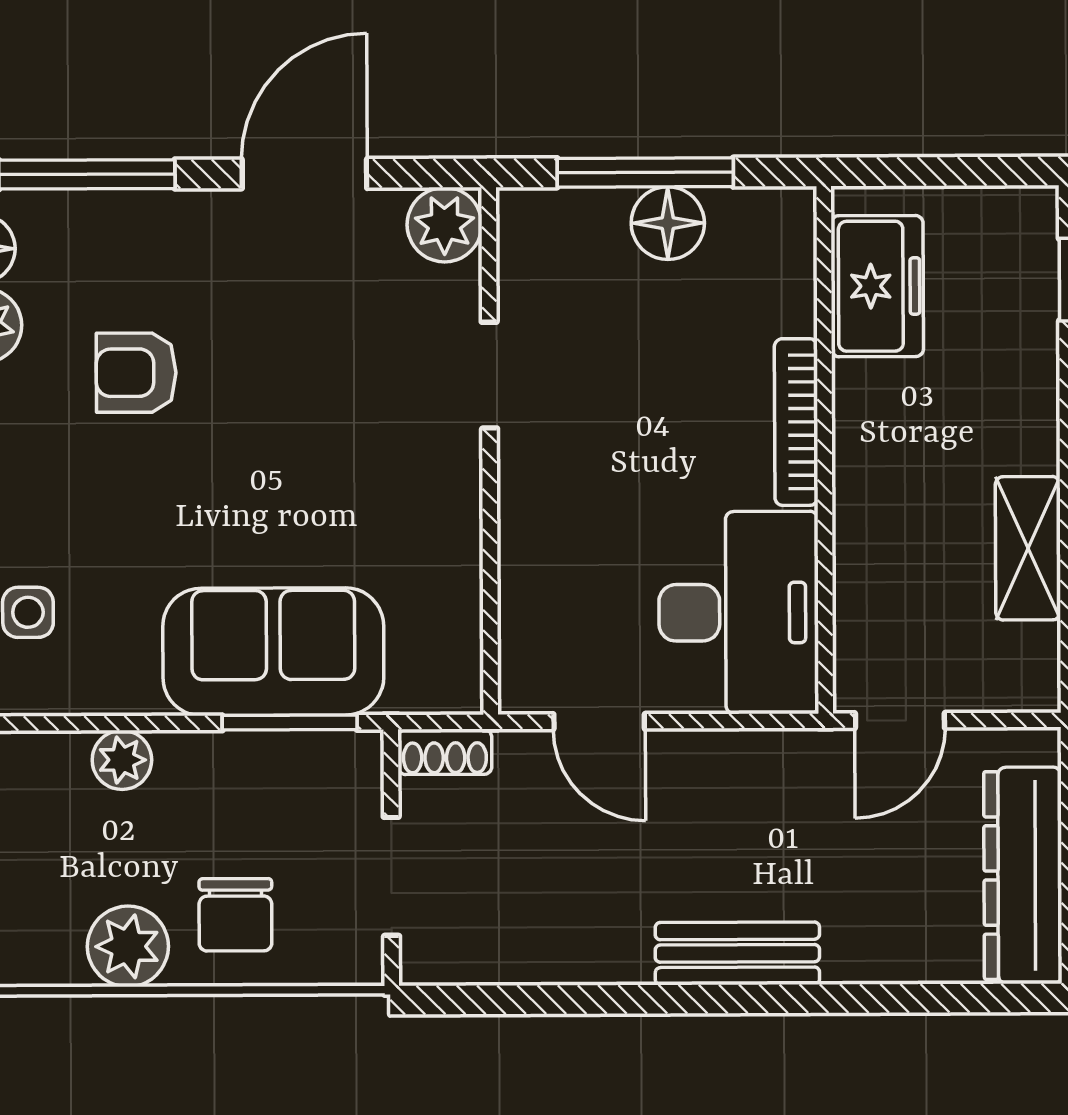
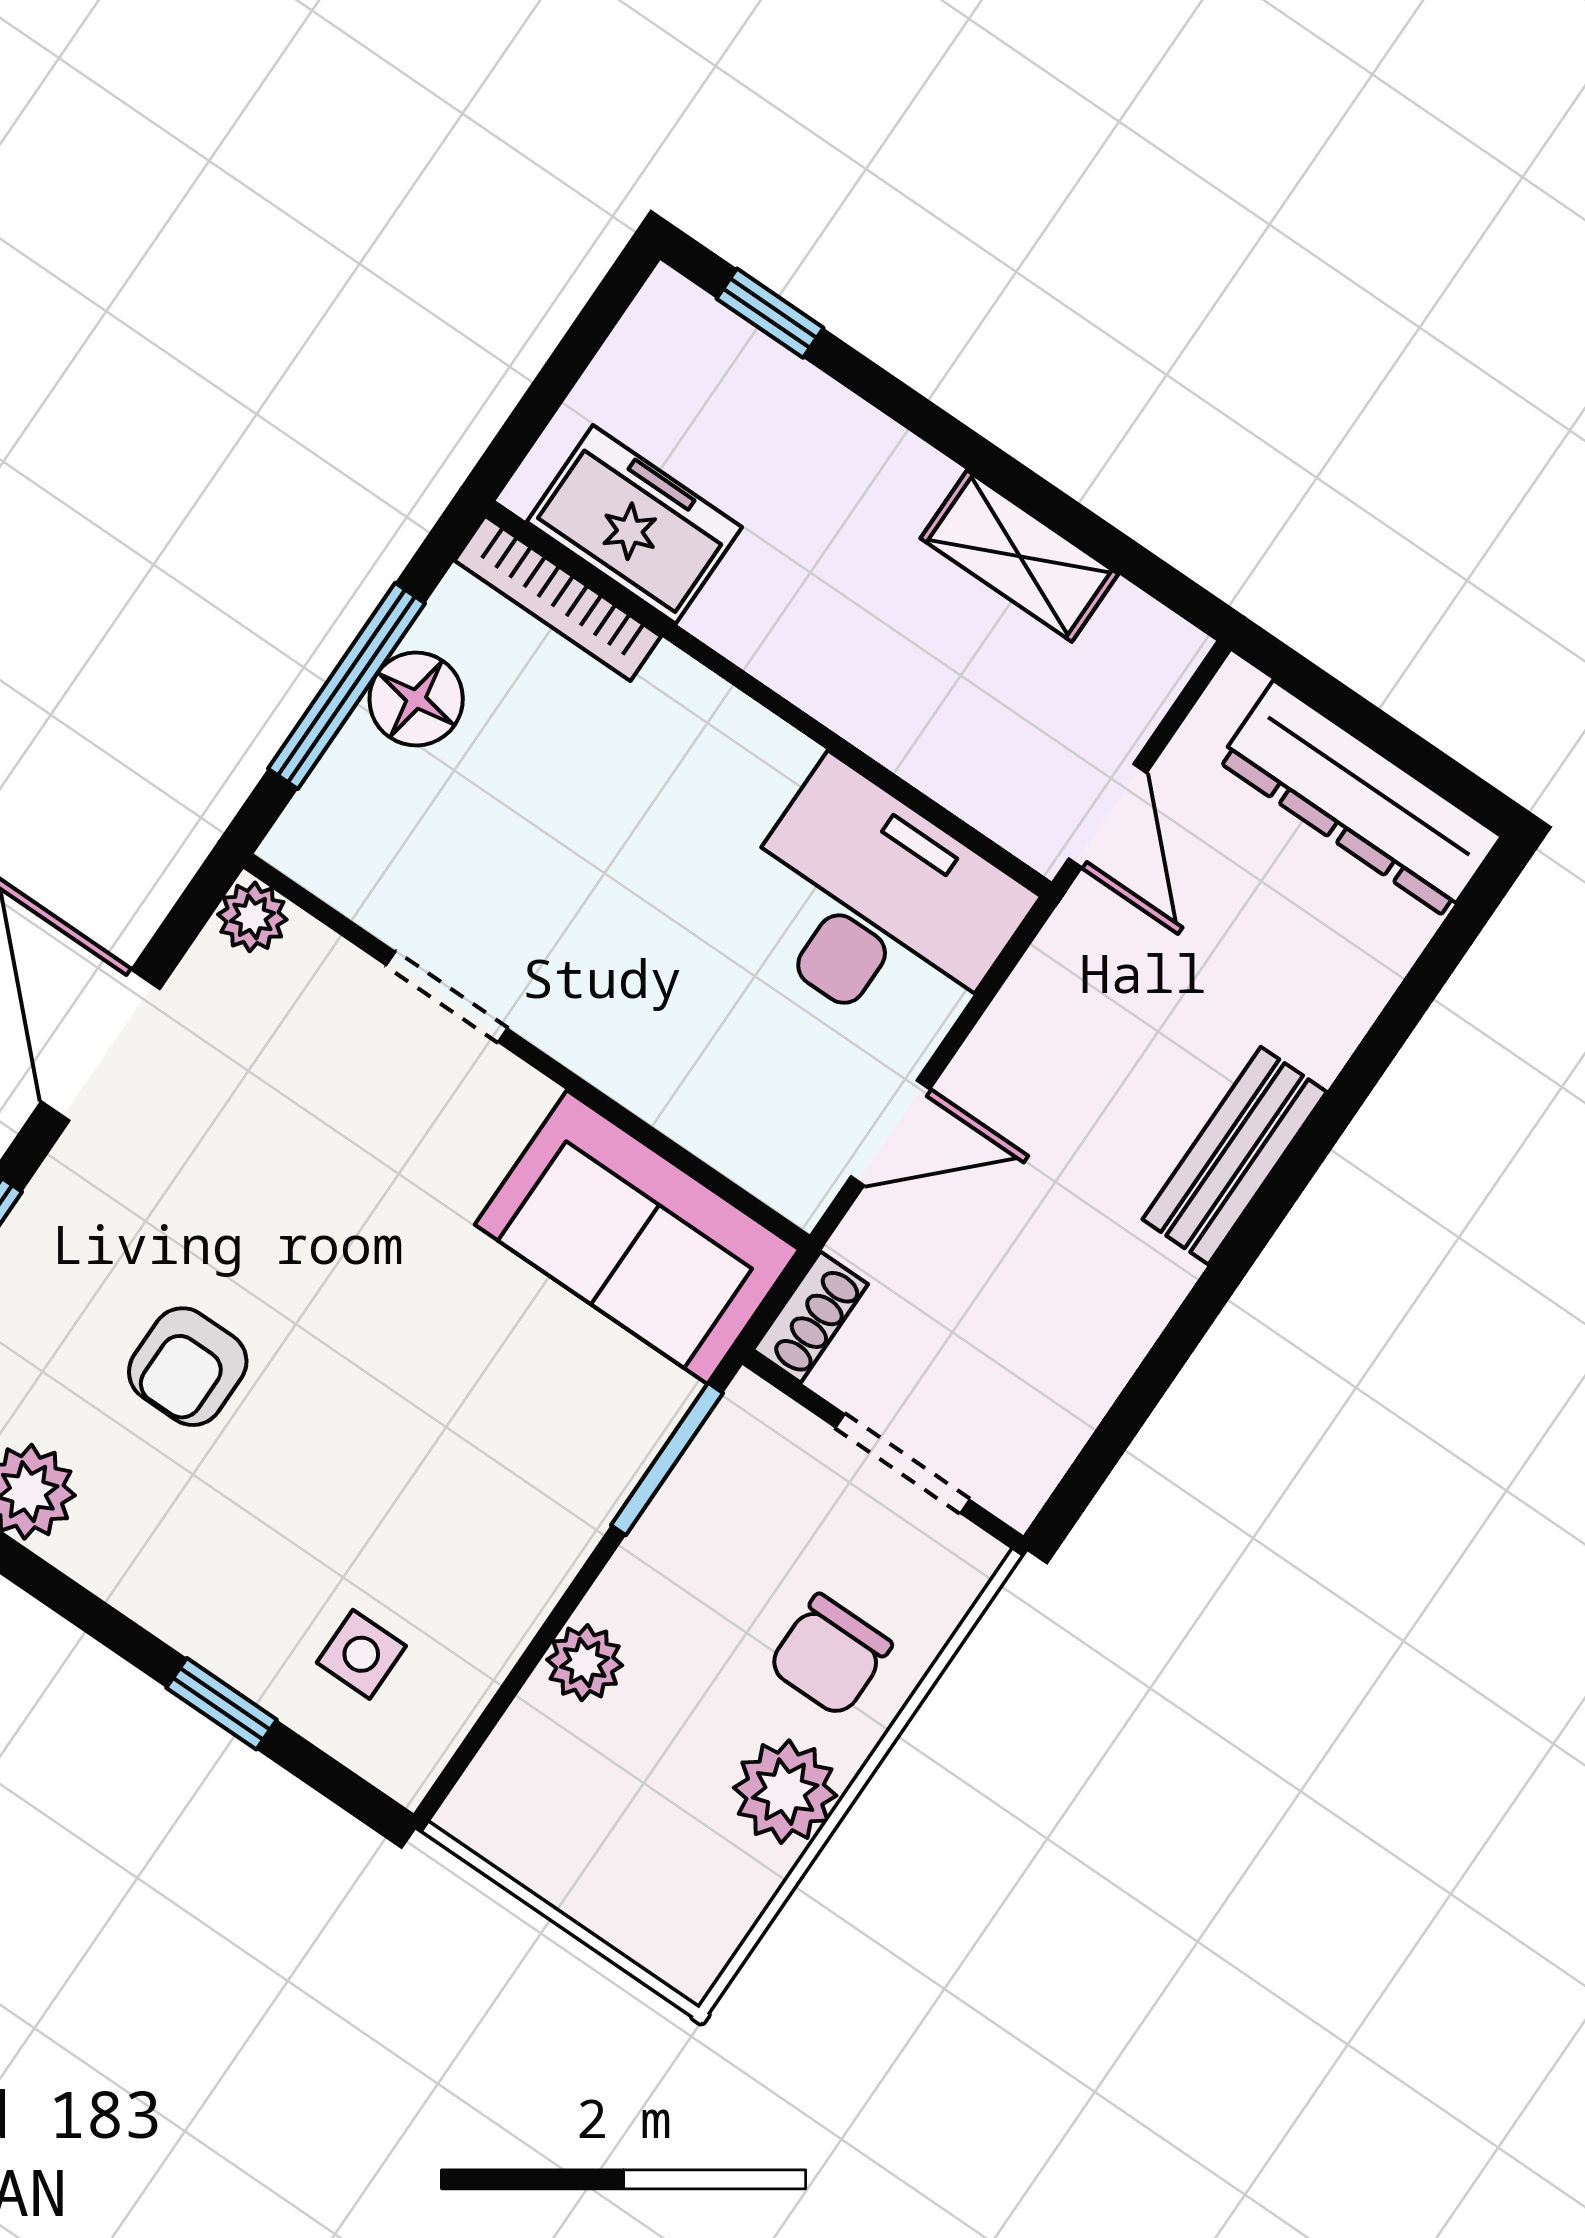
plant: (444, 225) -> (252, 917), width x0.73, depth x0.73
bookcase: (796, 422) -> (558, 598), moved
sofa: (273, 652) -> (637, 1237), moved, turned -90
chair: (235, 915) -> (830, 1656), turned 90

